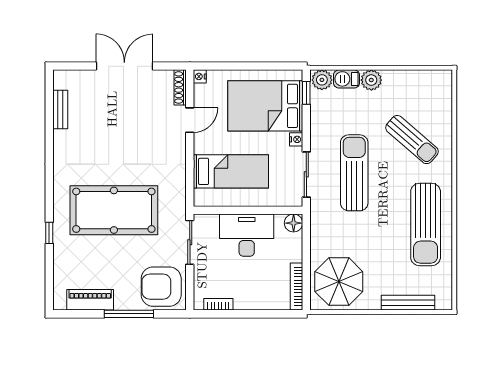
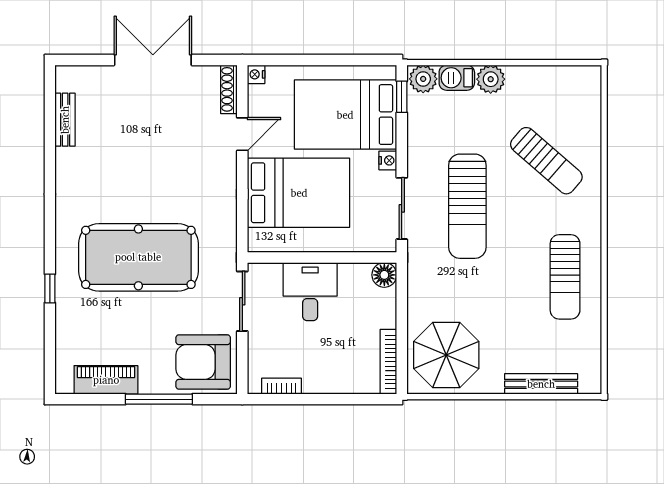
bed: (231, 171) -> (299, 193), width x1.50
sun lounger: (354, 173) -> (467, 206), turned 180
sun lounger: (426, 224) -> (565, 277), width x0.73, depth x0.75
desk: (247, 235) -> (310, 292), width x0.73

